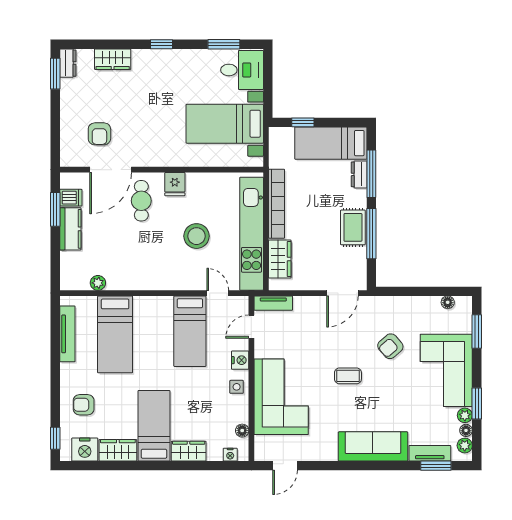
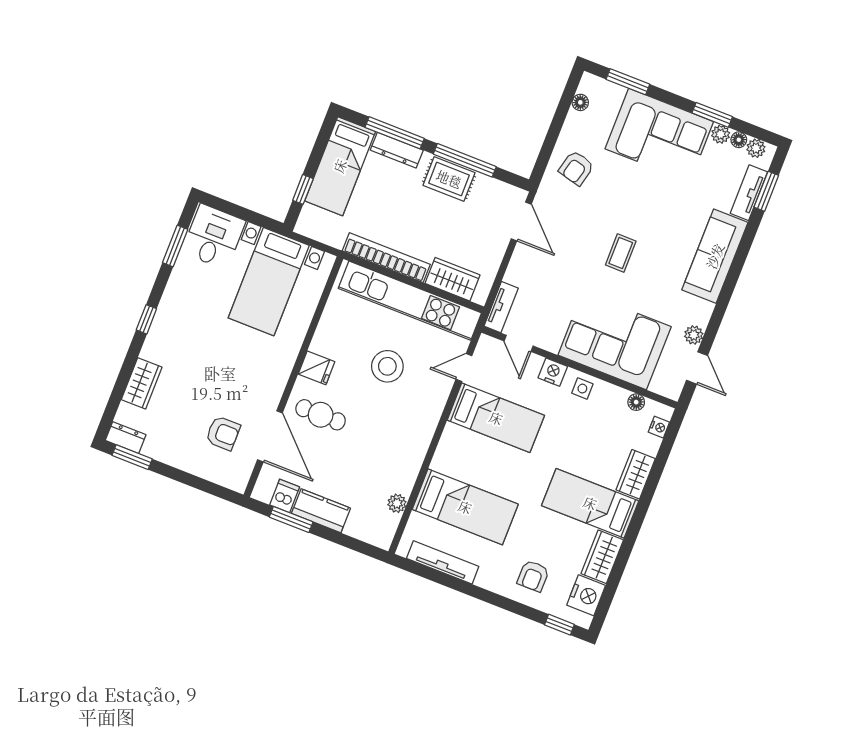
dresser: (359, 174) -> (397, 150), width x1.44
armchair: (390, 346) -> (576, 168), moved, turned 55
plant: (309, 454) -> (694, 335), added

